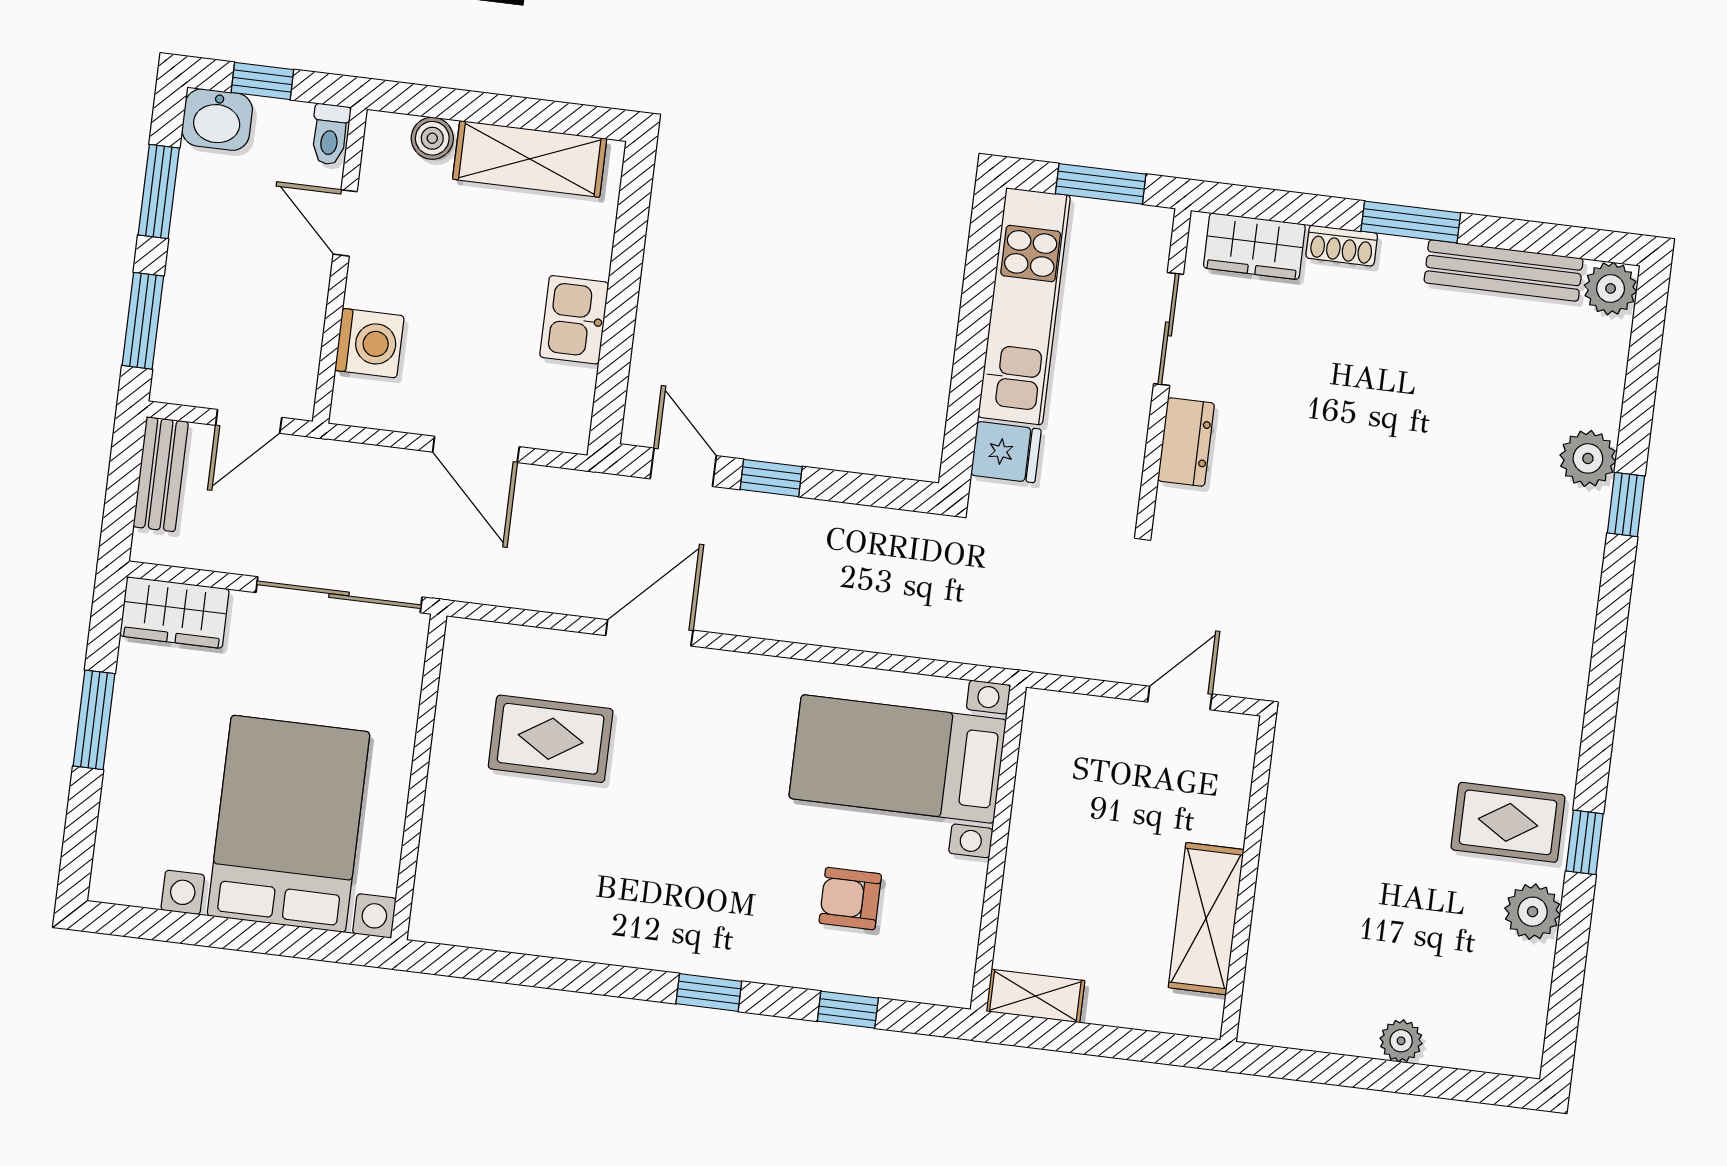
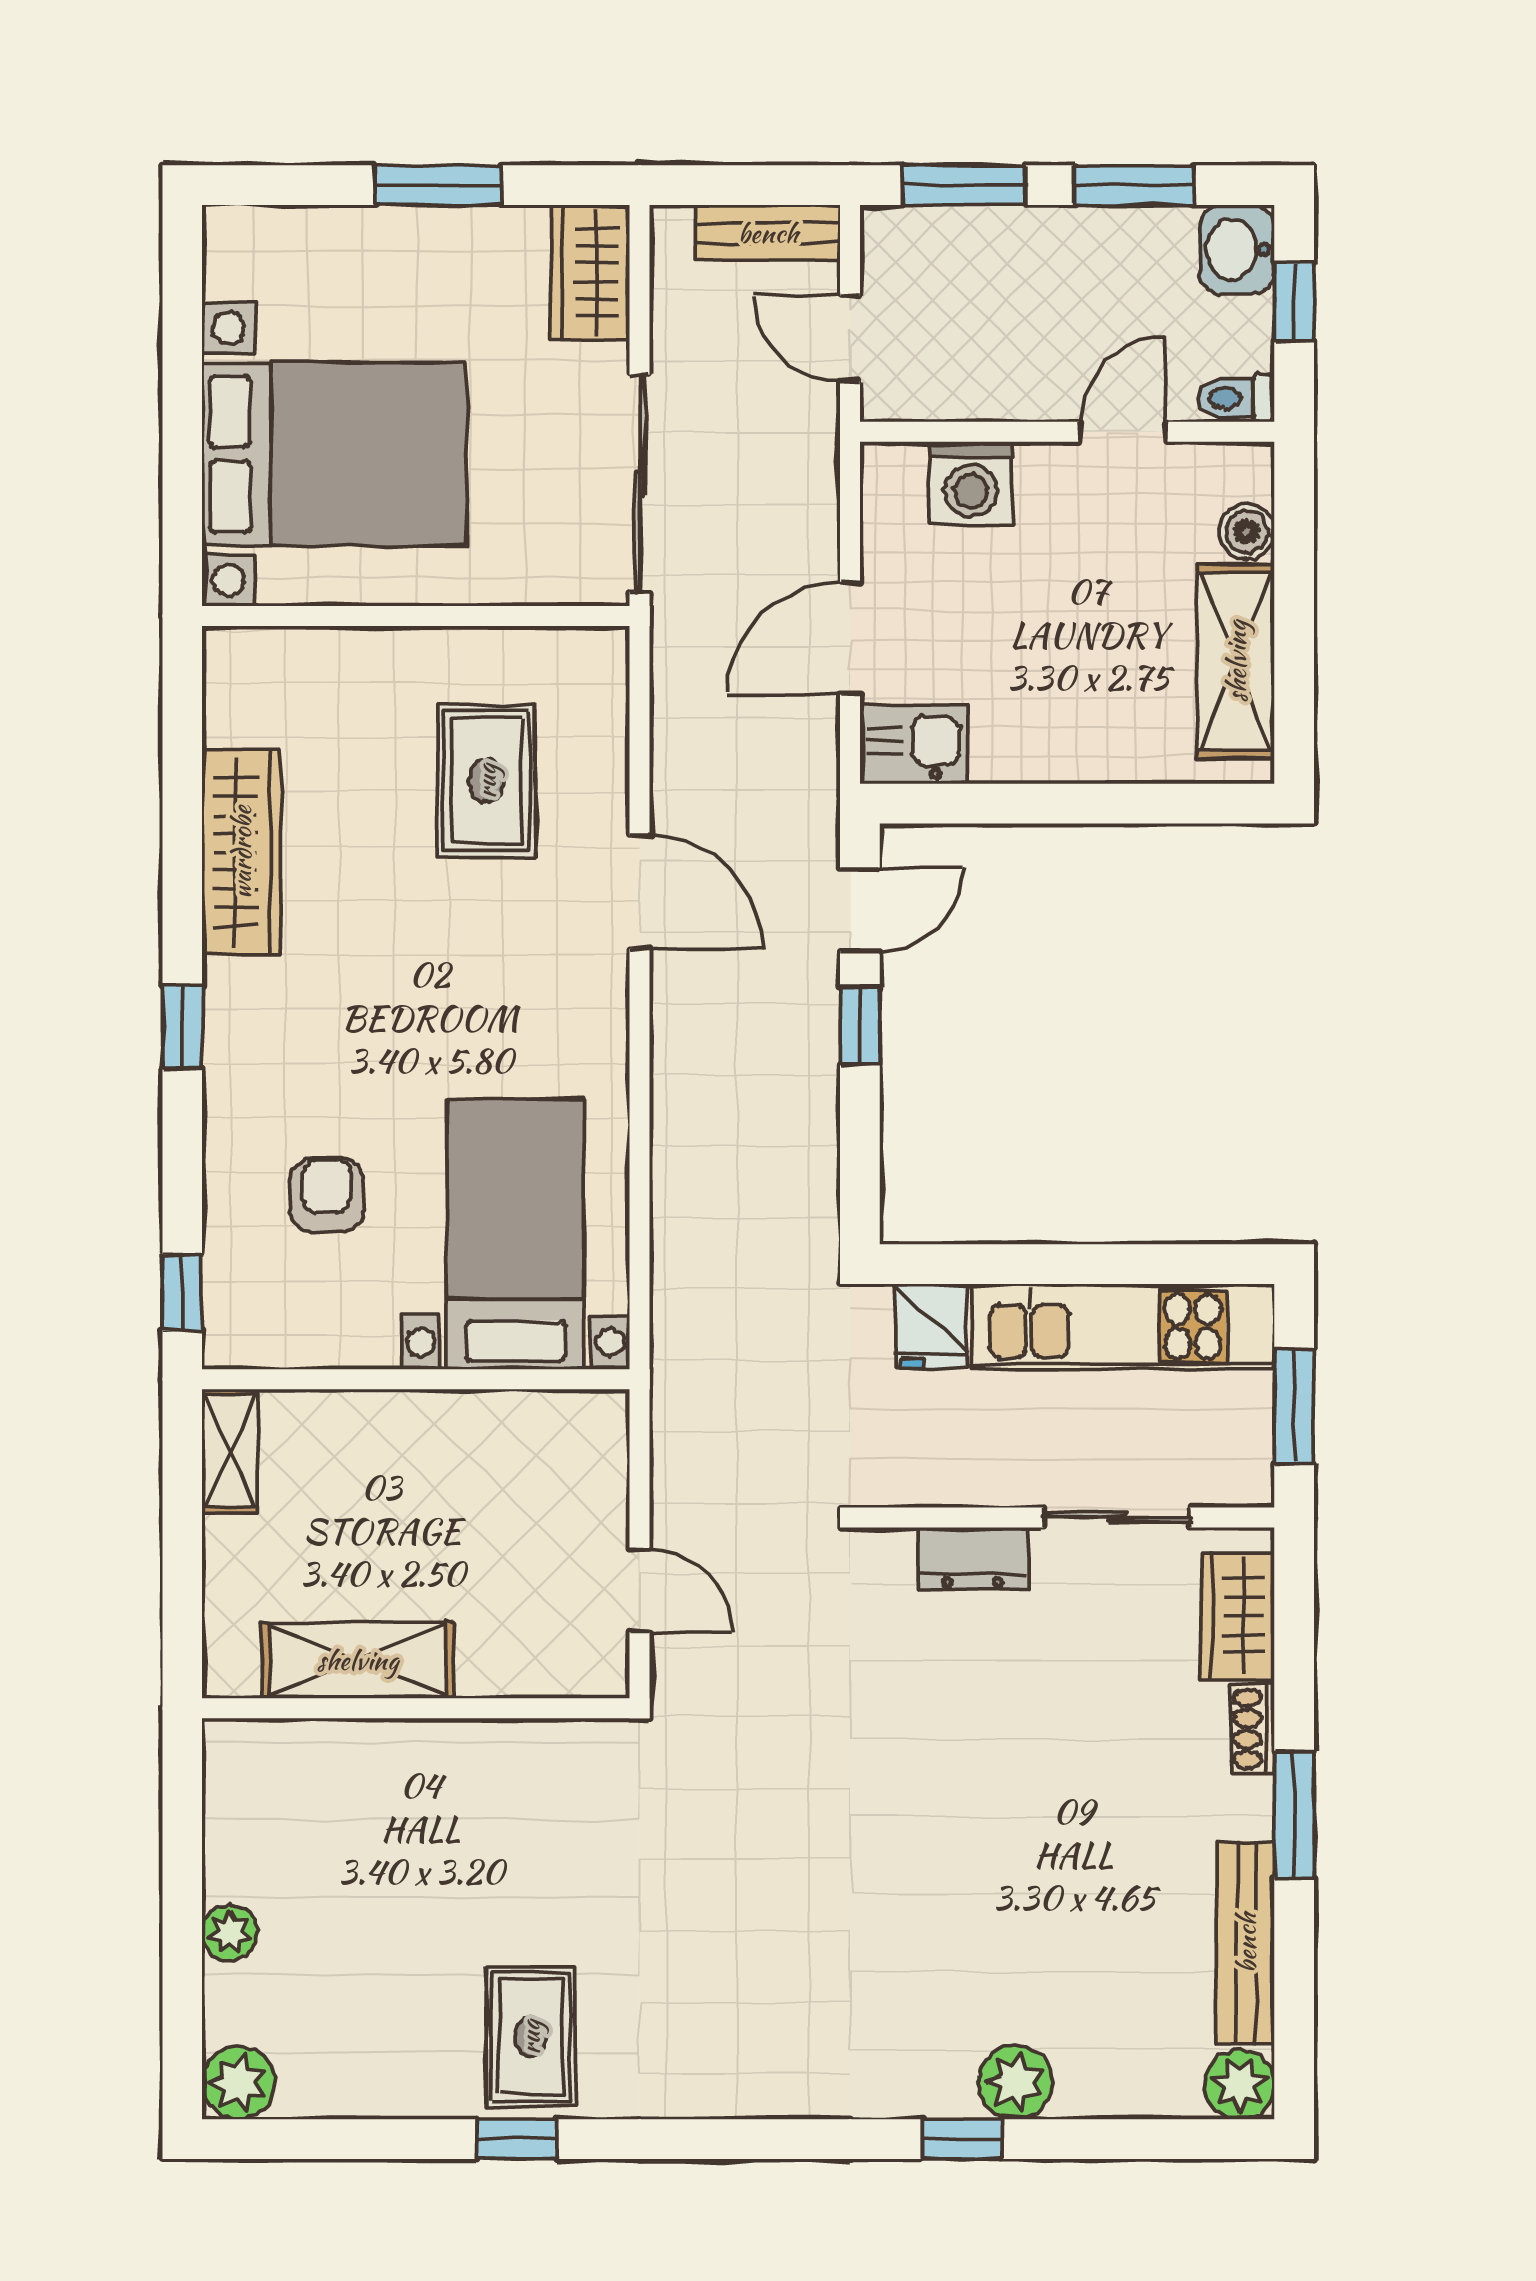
kitchen sink: (574, 320) -> (914, 745), moved
plant: (1533, 912) -> (239, 2083), moved
wardrobe: (582, 931) -> (241, 852), added
window: (848, 1010) -> (182, 1293), moved

